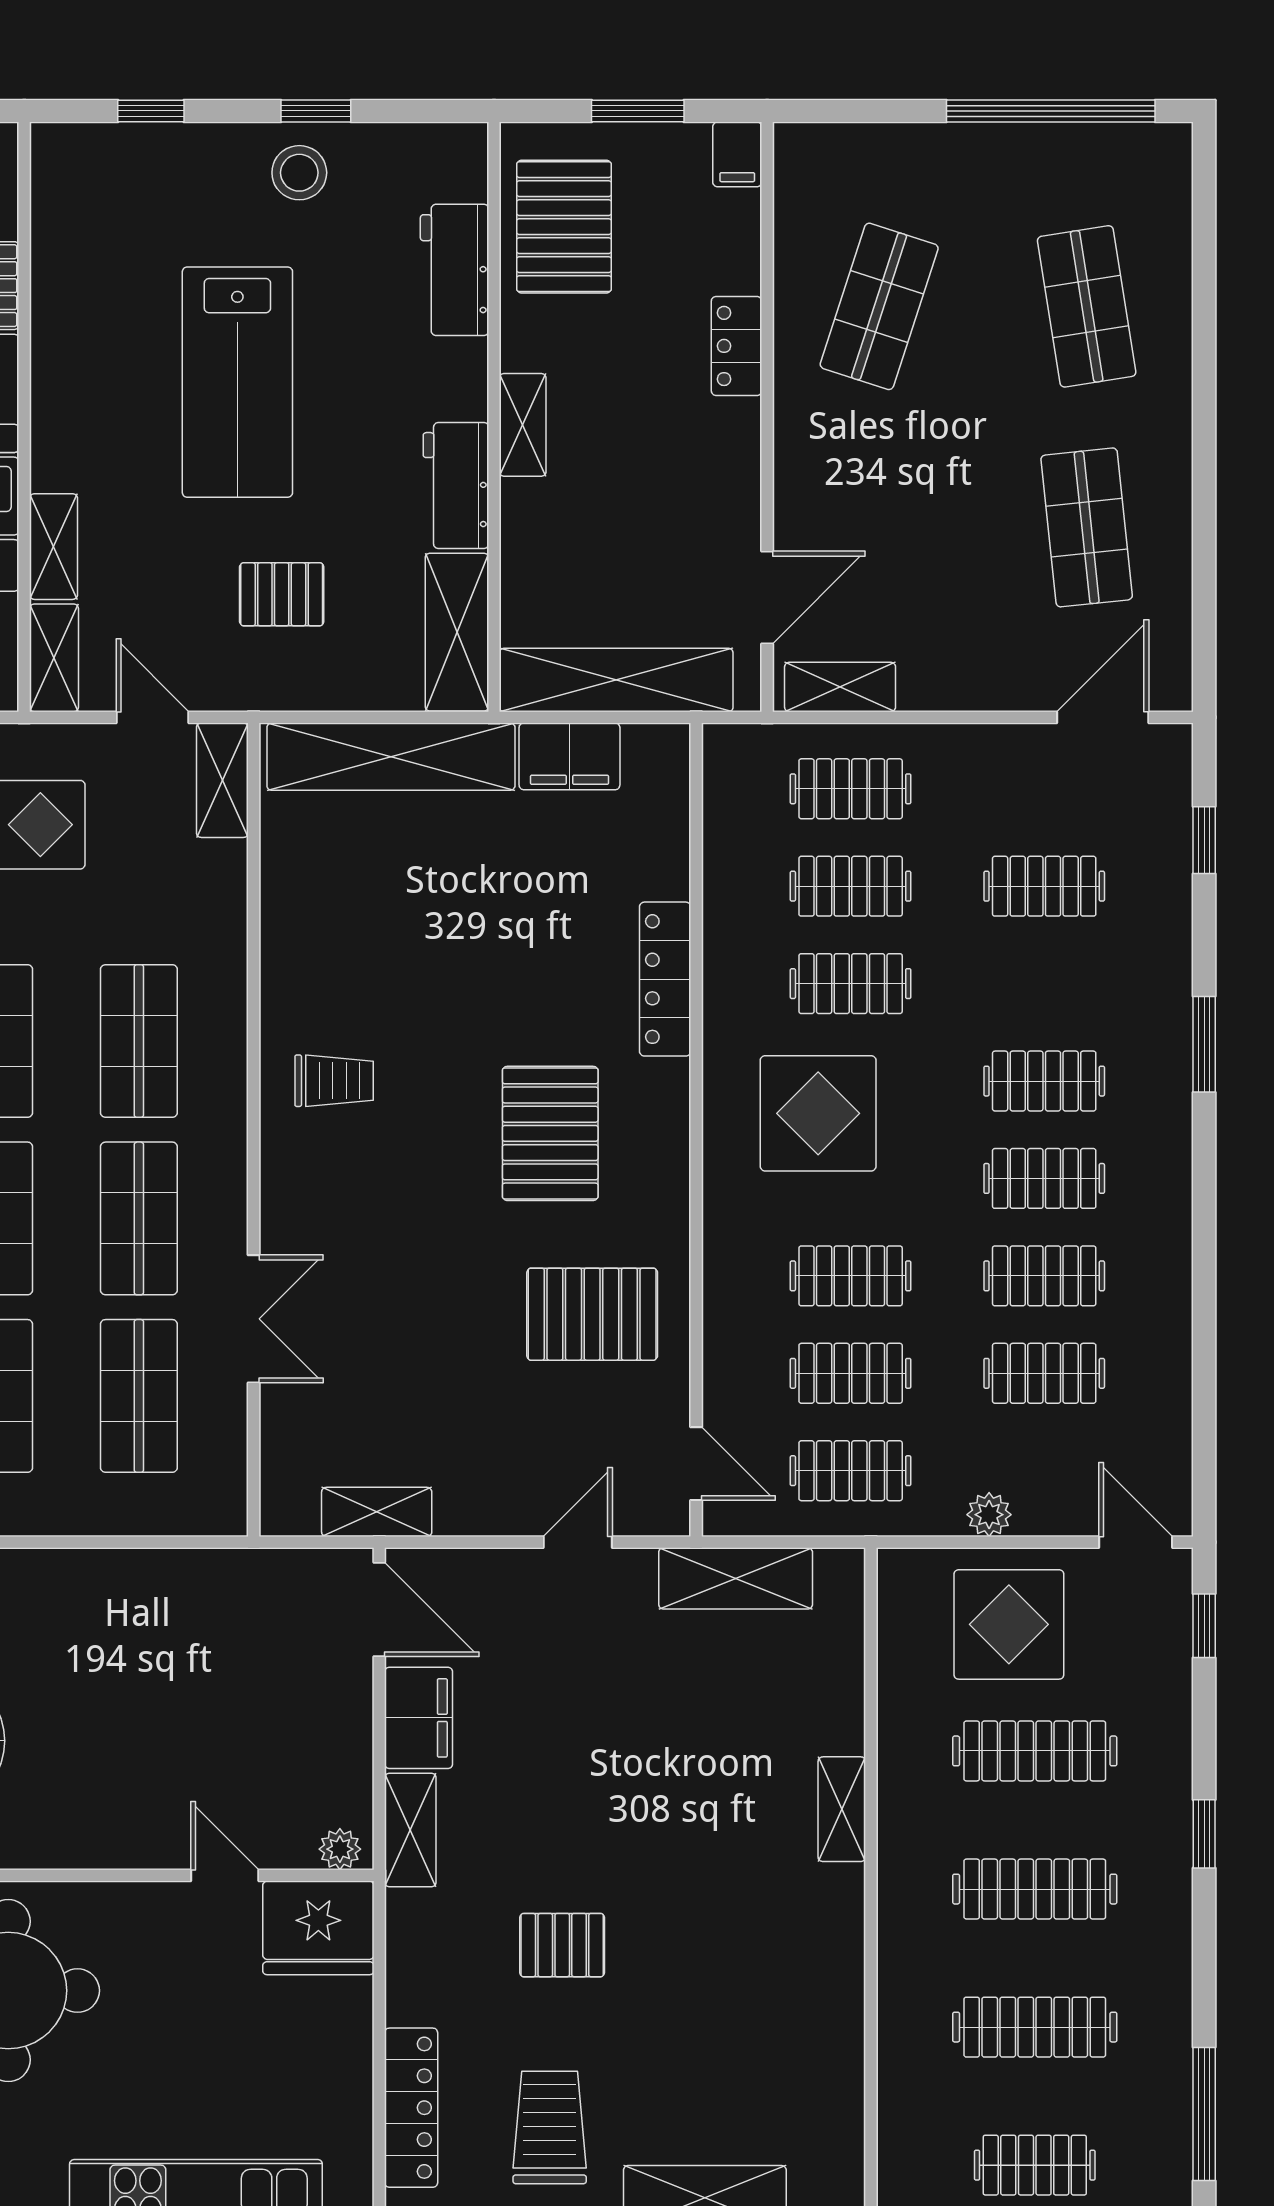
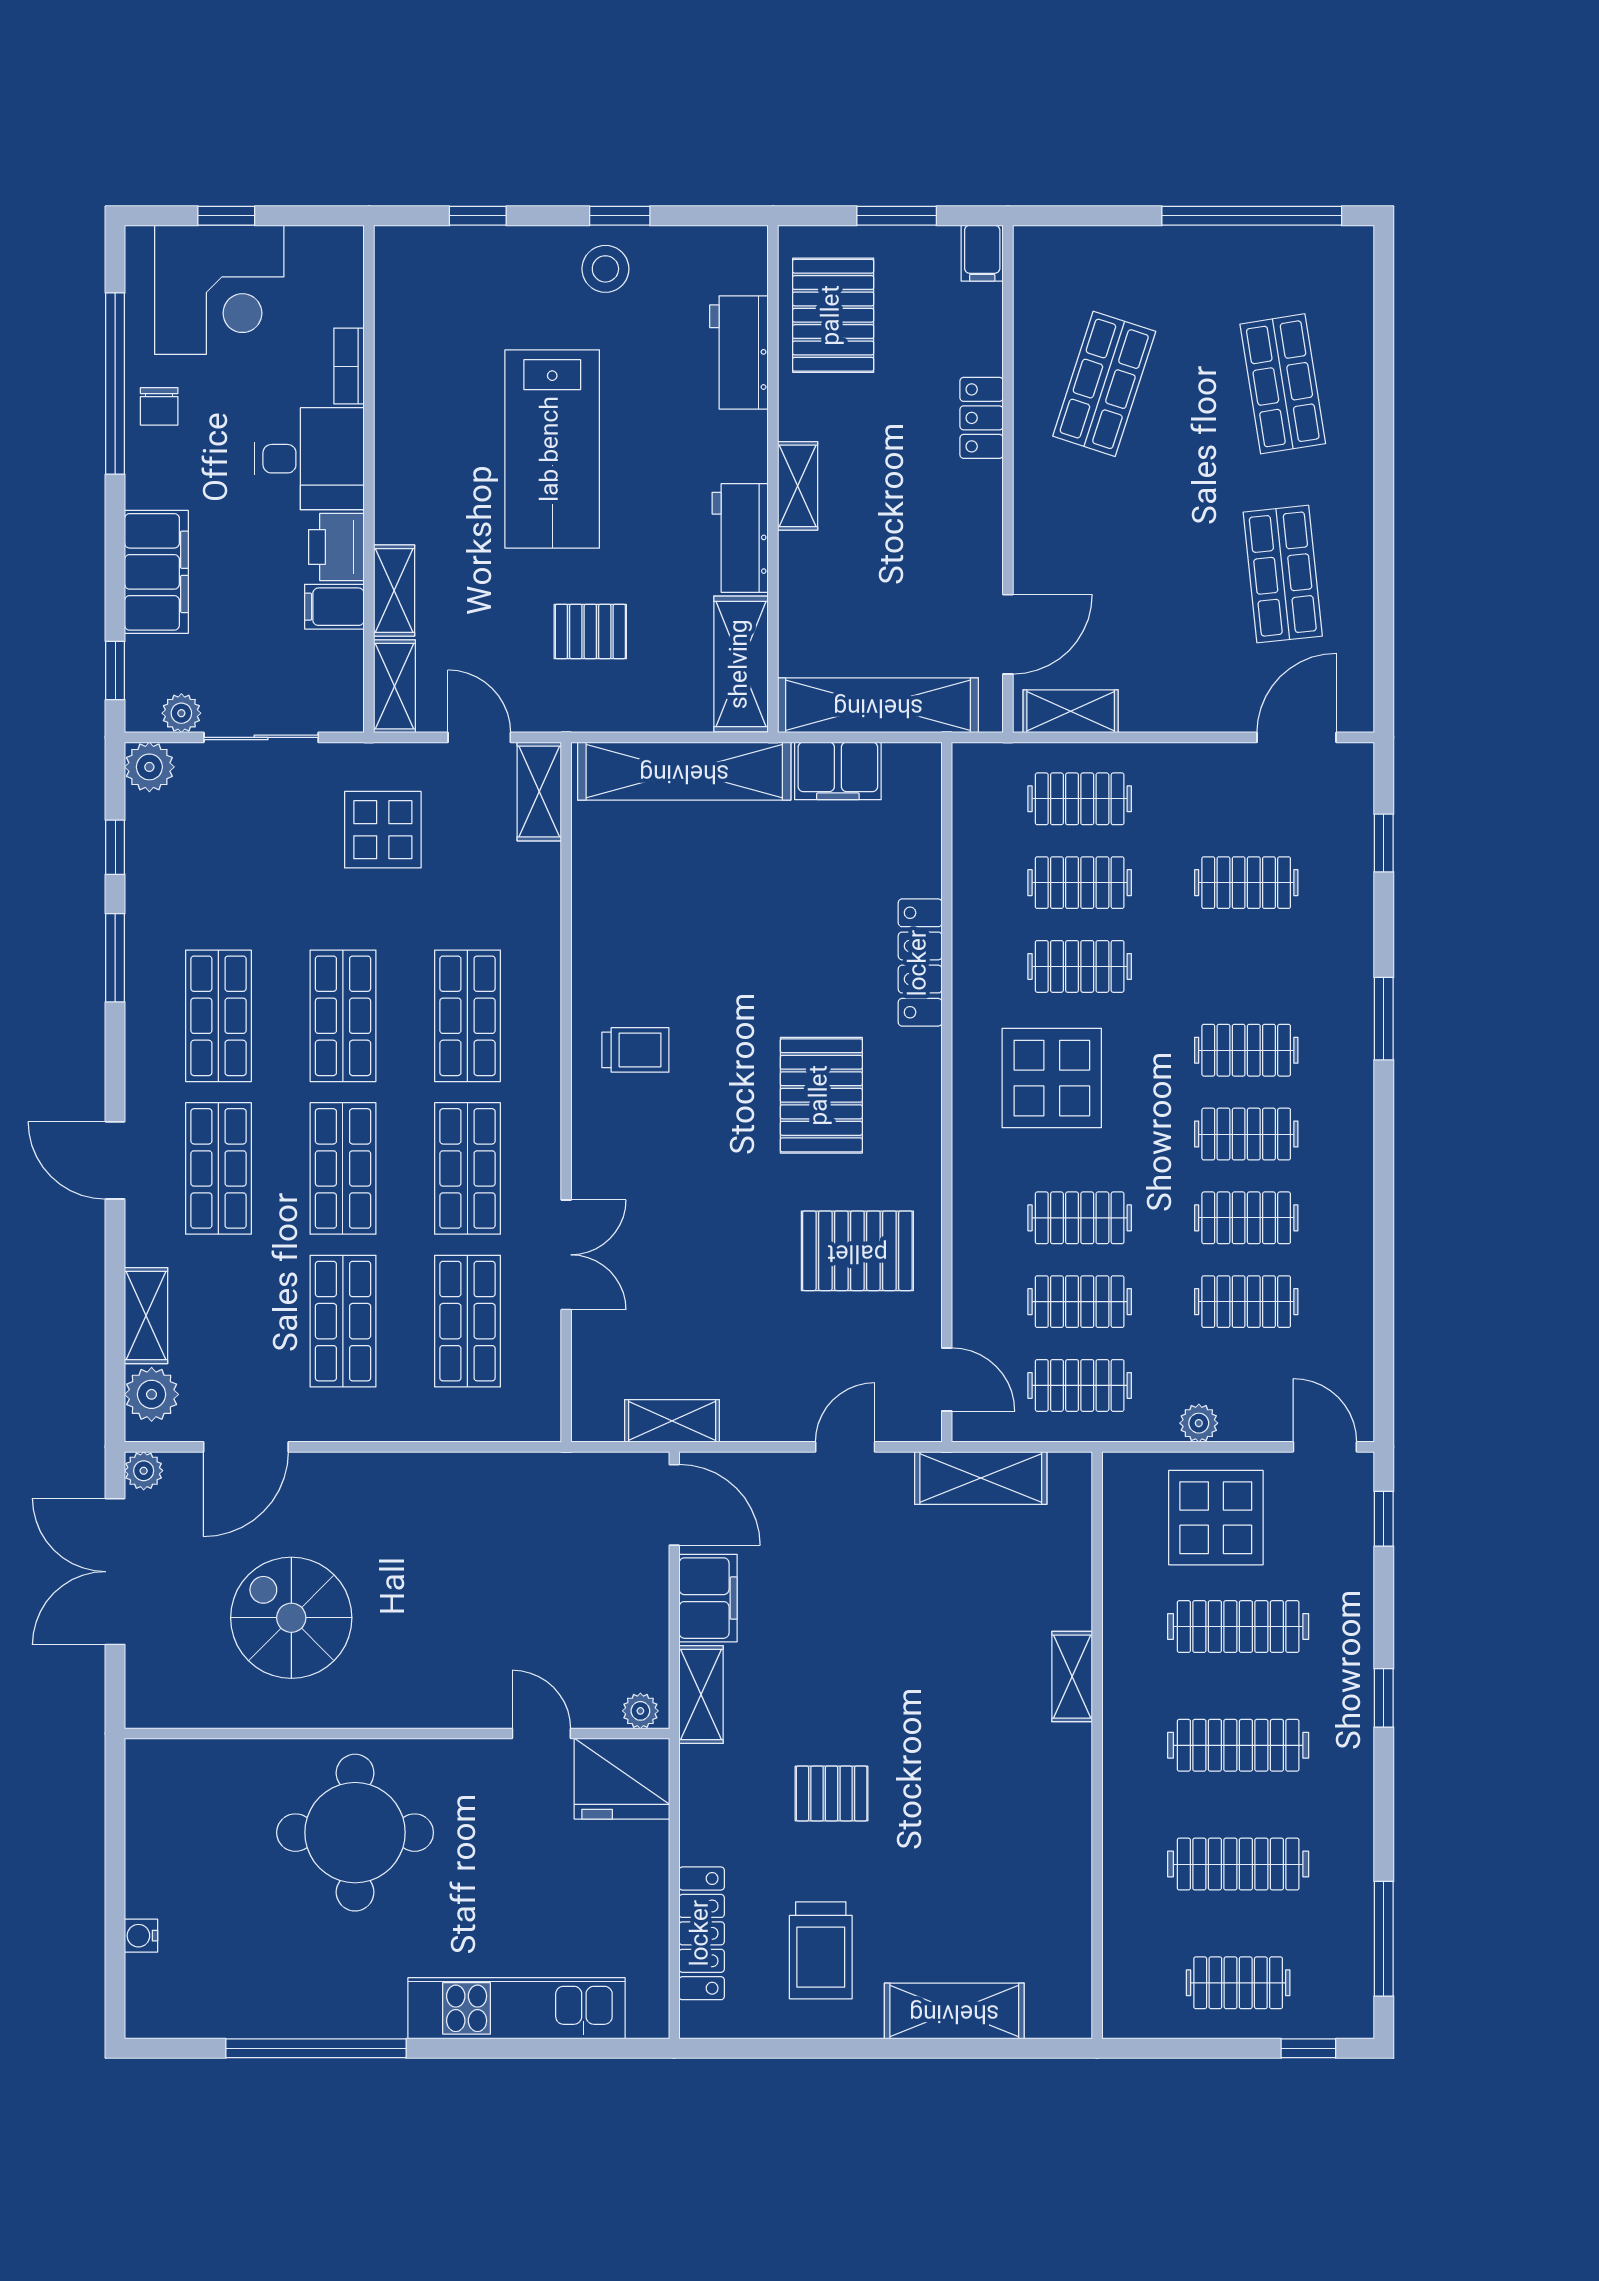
trolley: (550, 2127) -> (821, 1950), turned 180

